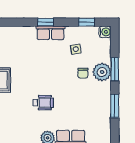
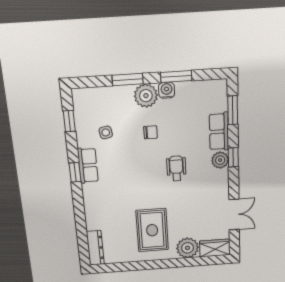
water cooler: (105, 32) -> (167, 90), moved
plant: (102, 72) -> (146, 96), moved
chair: (83, 73) -> (150, 132), moved

